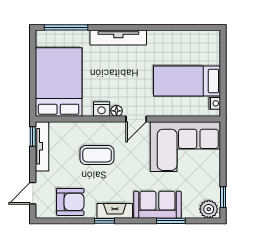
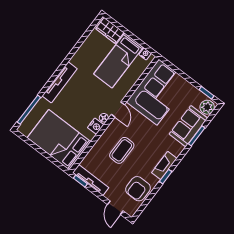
wardrobe: (211, 48) -> (110, 31), added
armchair: (70, 202) -> (138, 189), turned 180
sofa: (157, 205) -> (188, 126), moved

